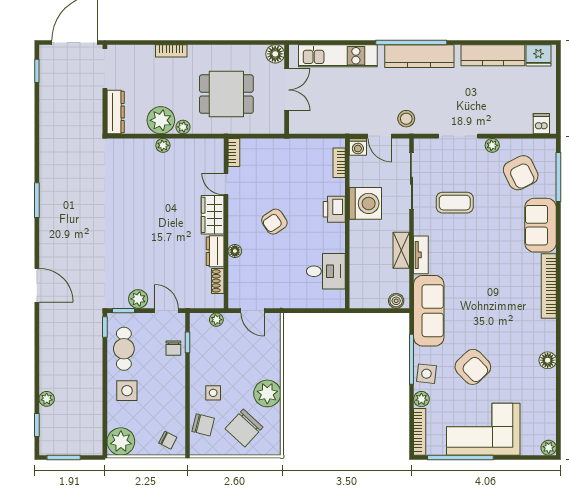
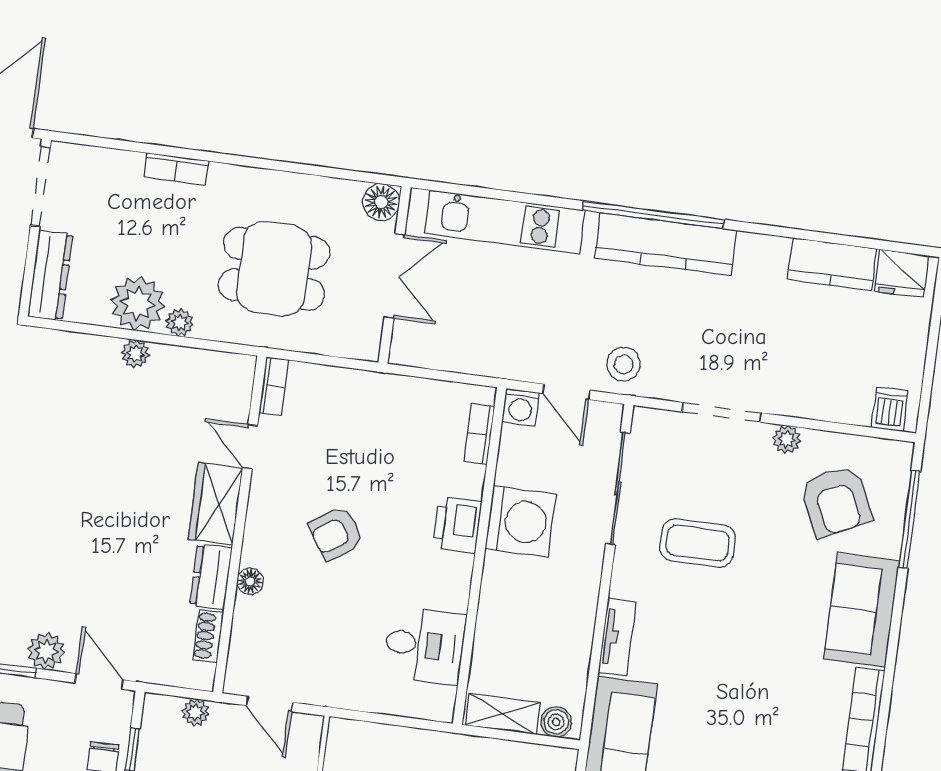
kitchen counter: (493, 55) -> (832, 264), width x0.67
shelving: (401, 250) -> (503, 714), moved, turned 90

